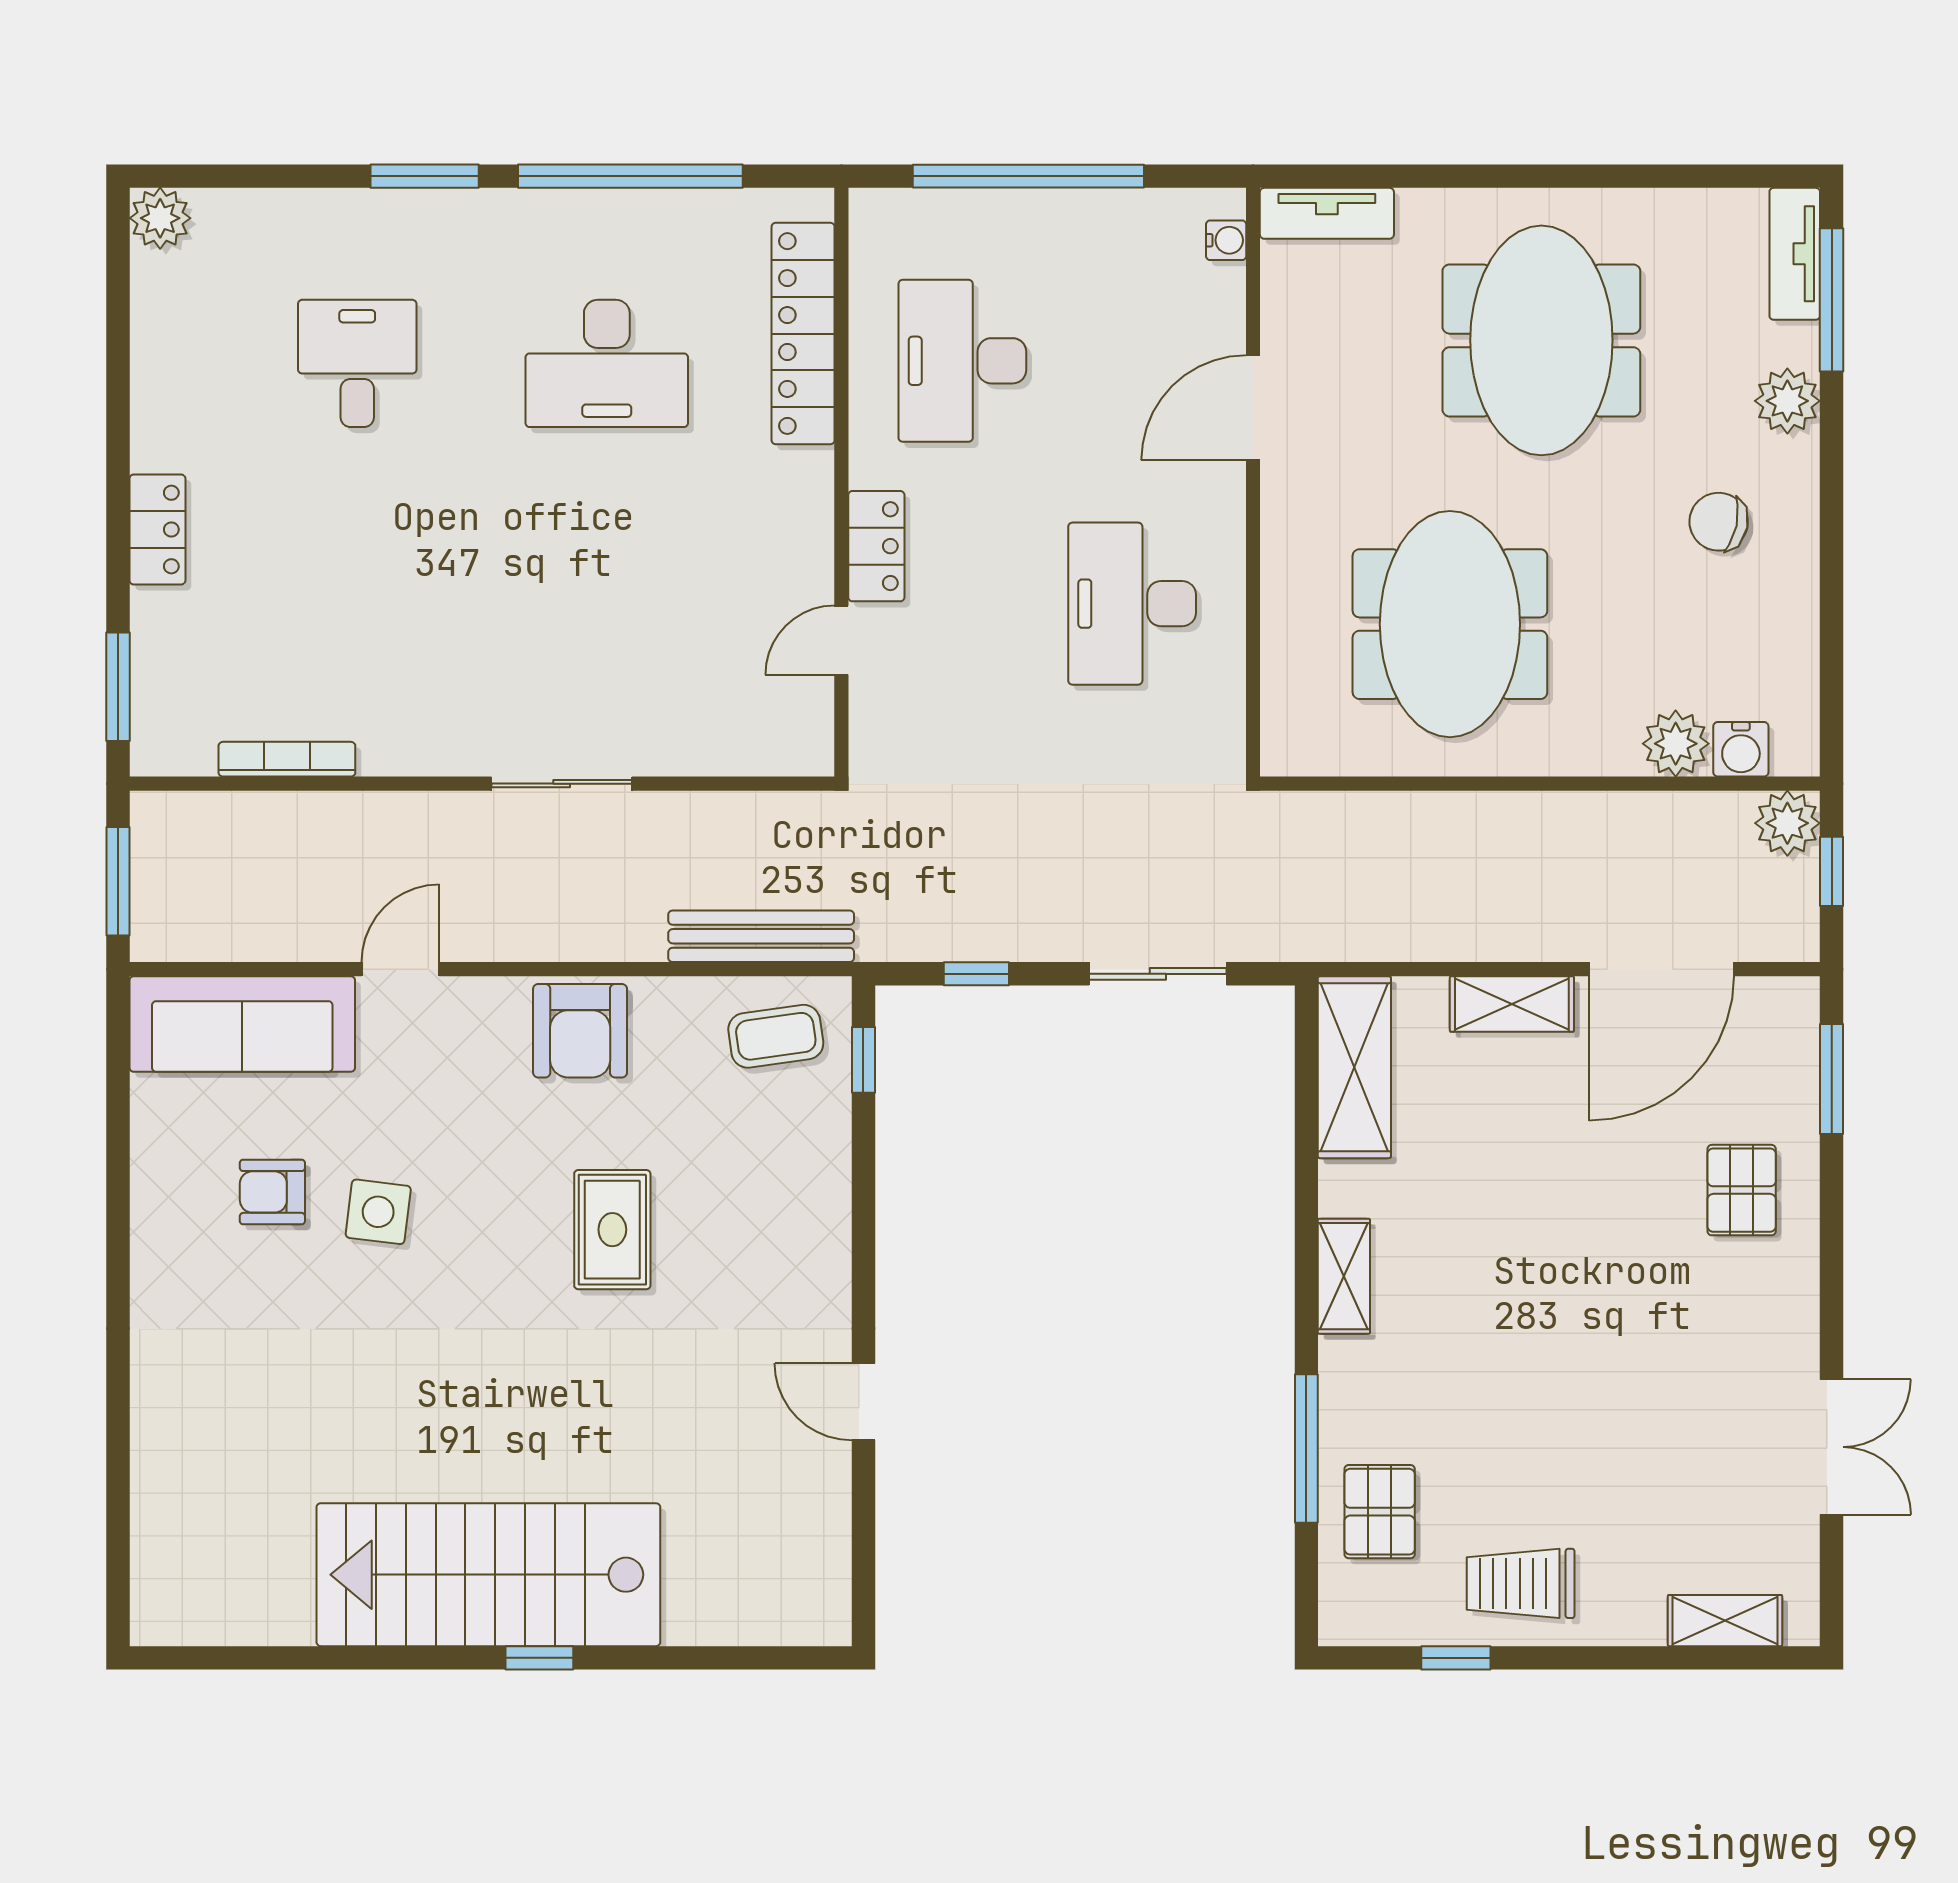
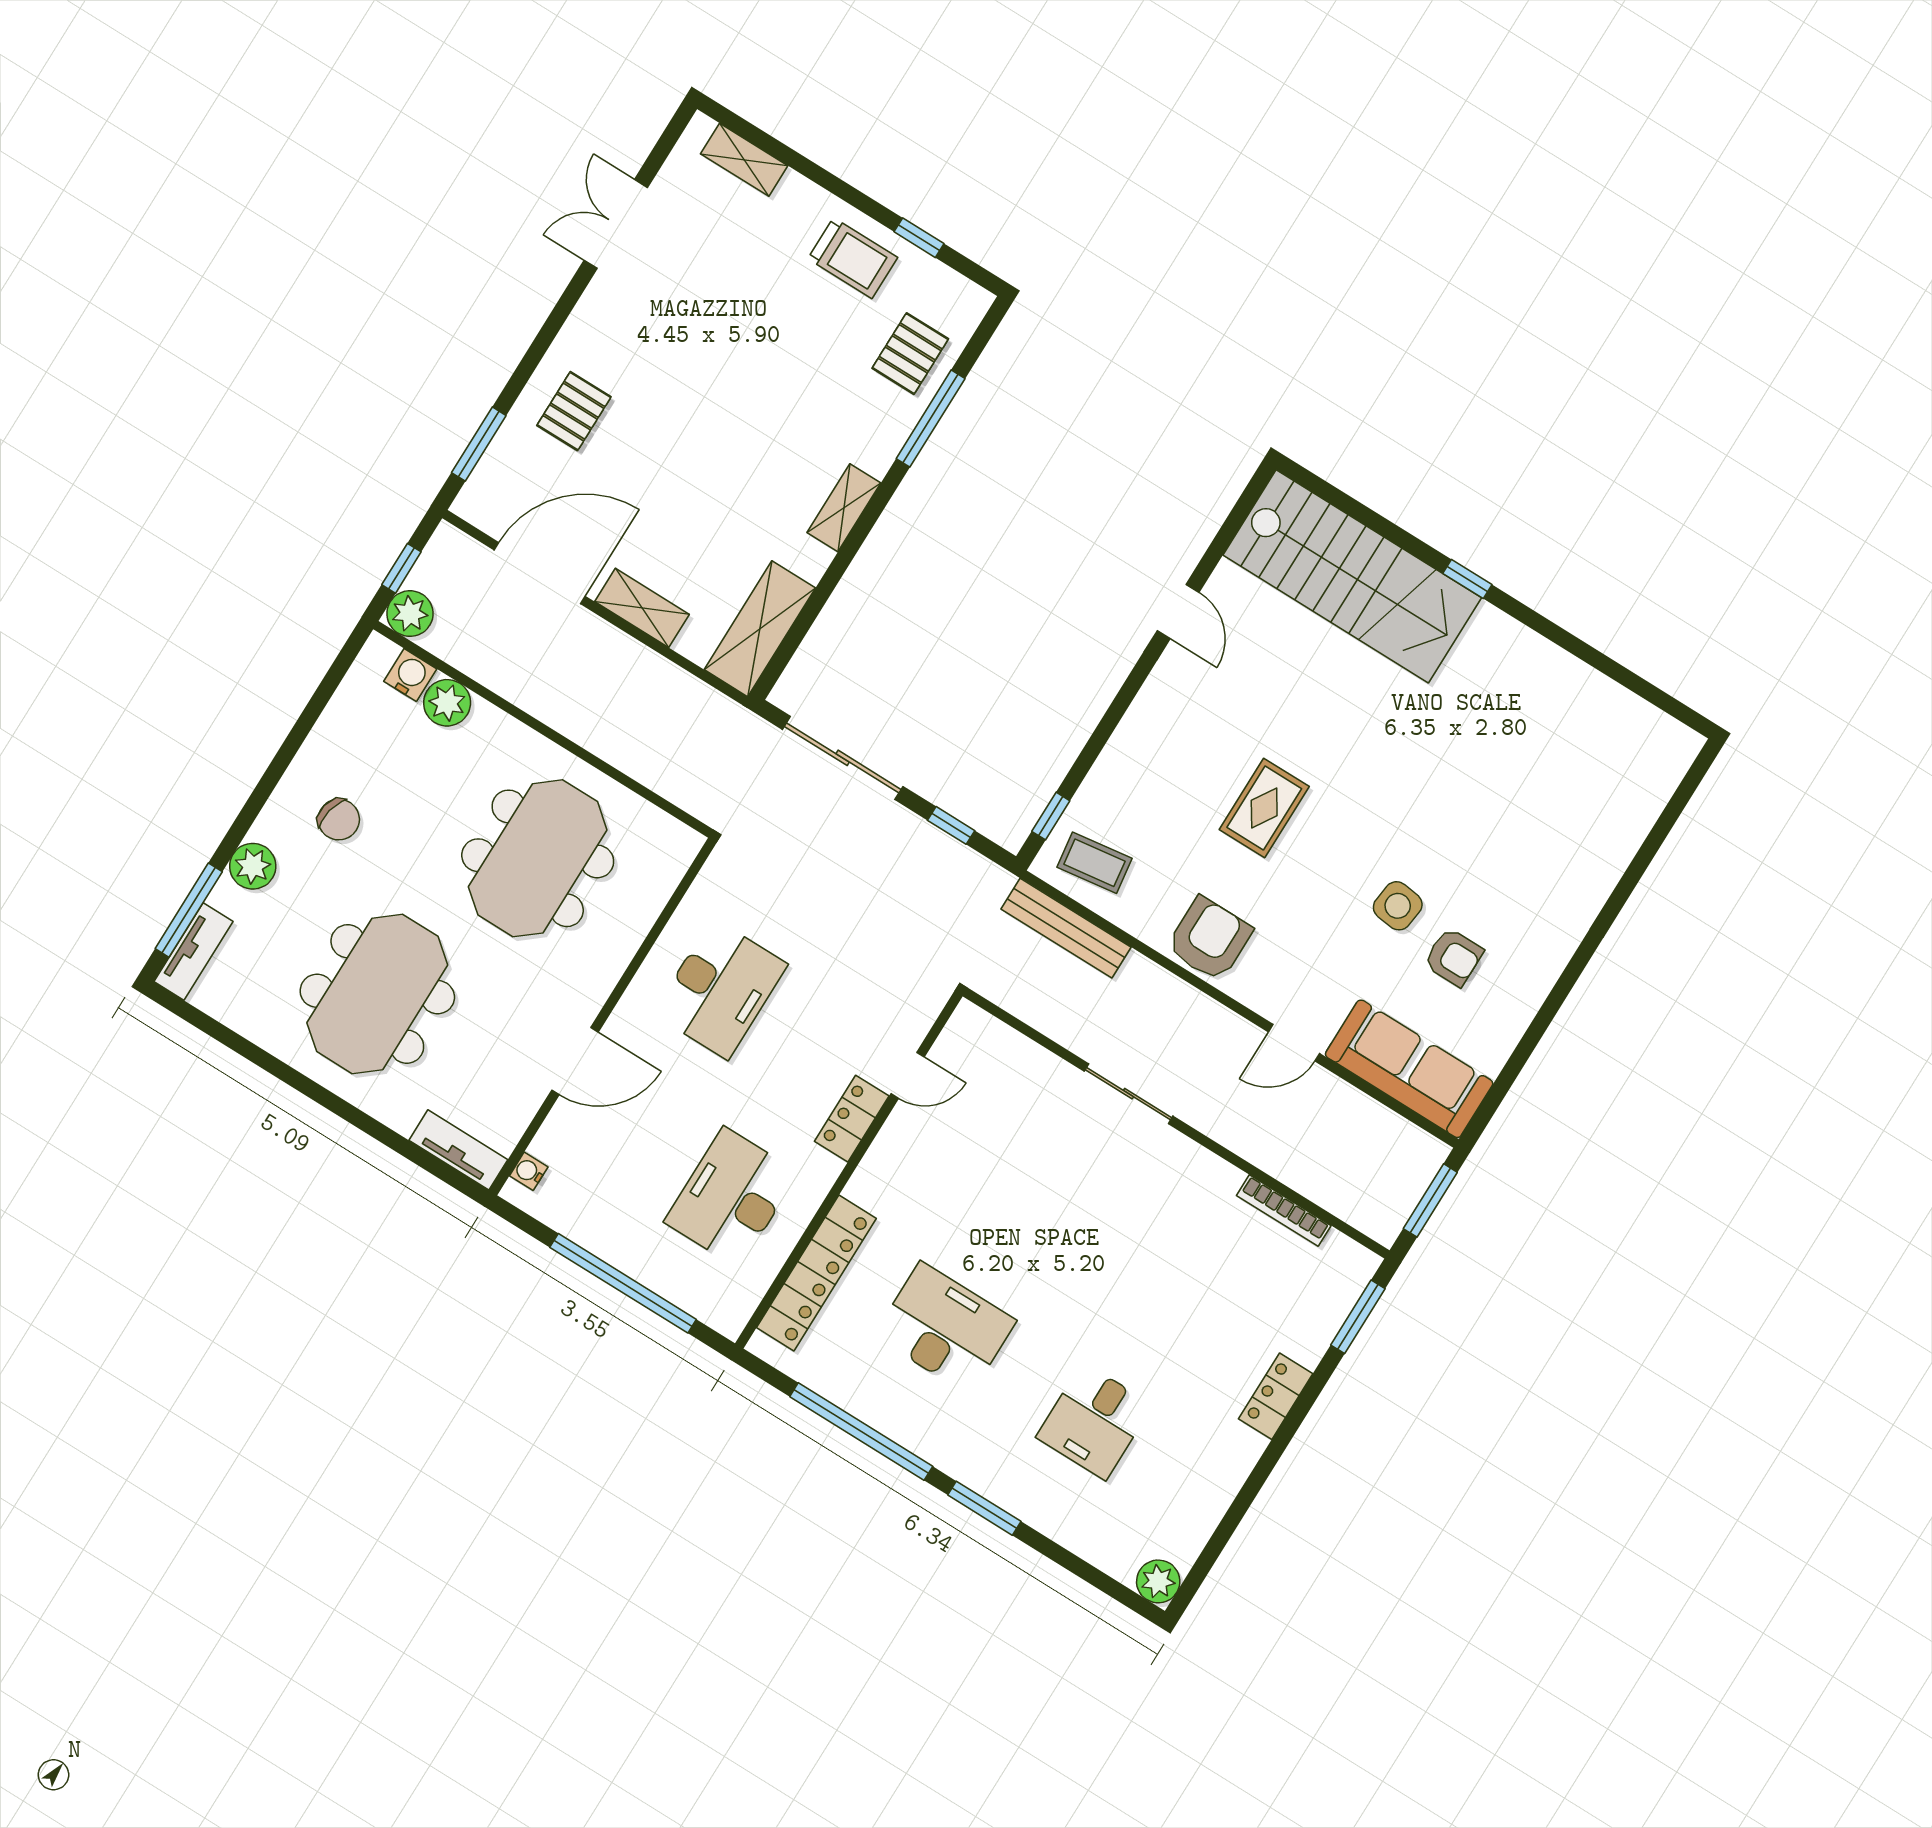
desk: (962, 361) -> (731, 1197), turned 180
sliding door: (1158, 974) -> (843, 758), width x1.37
stairs: (488, 1575) -> (1352, 576), moved

